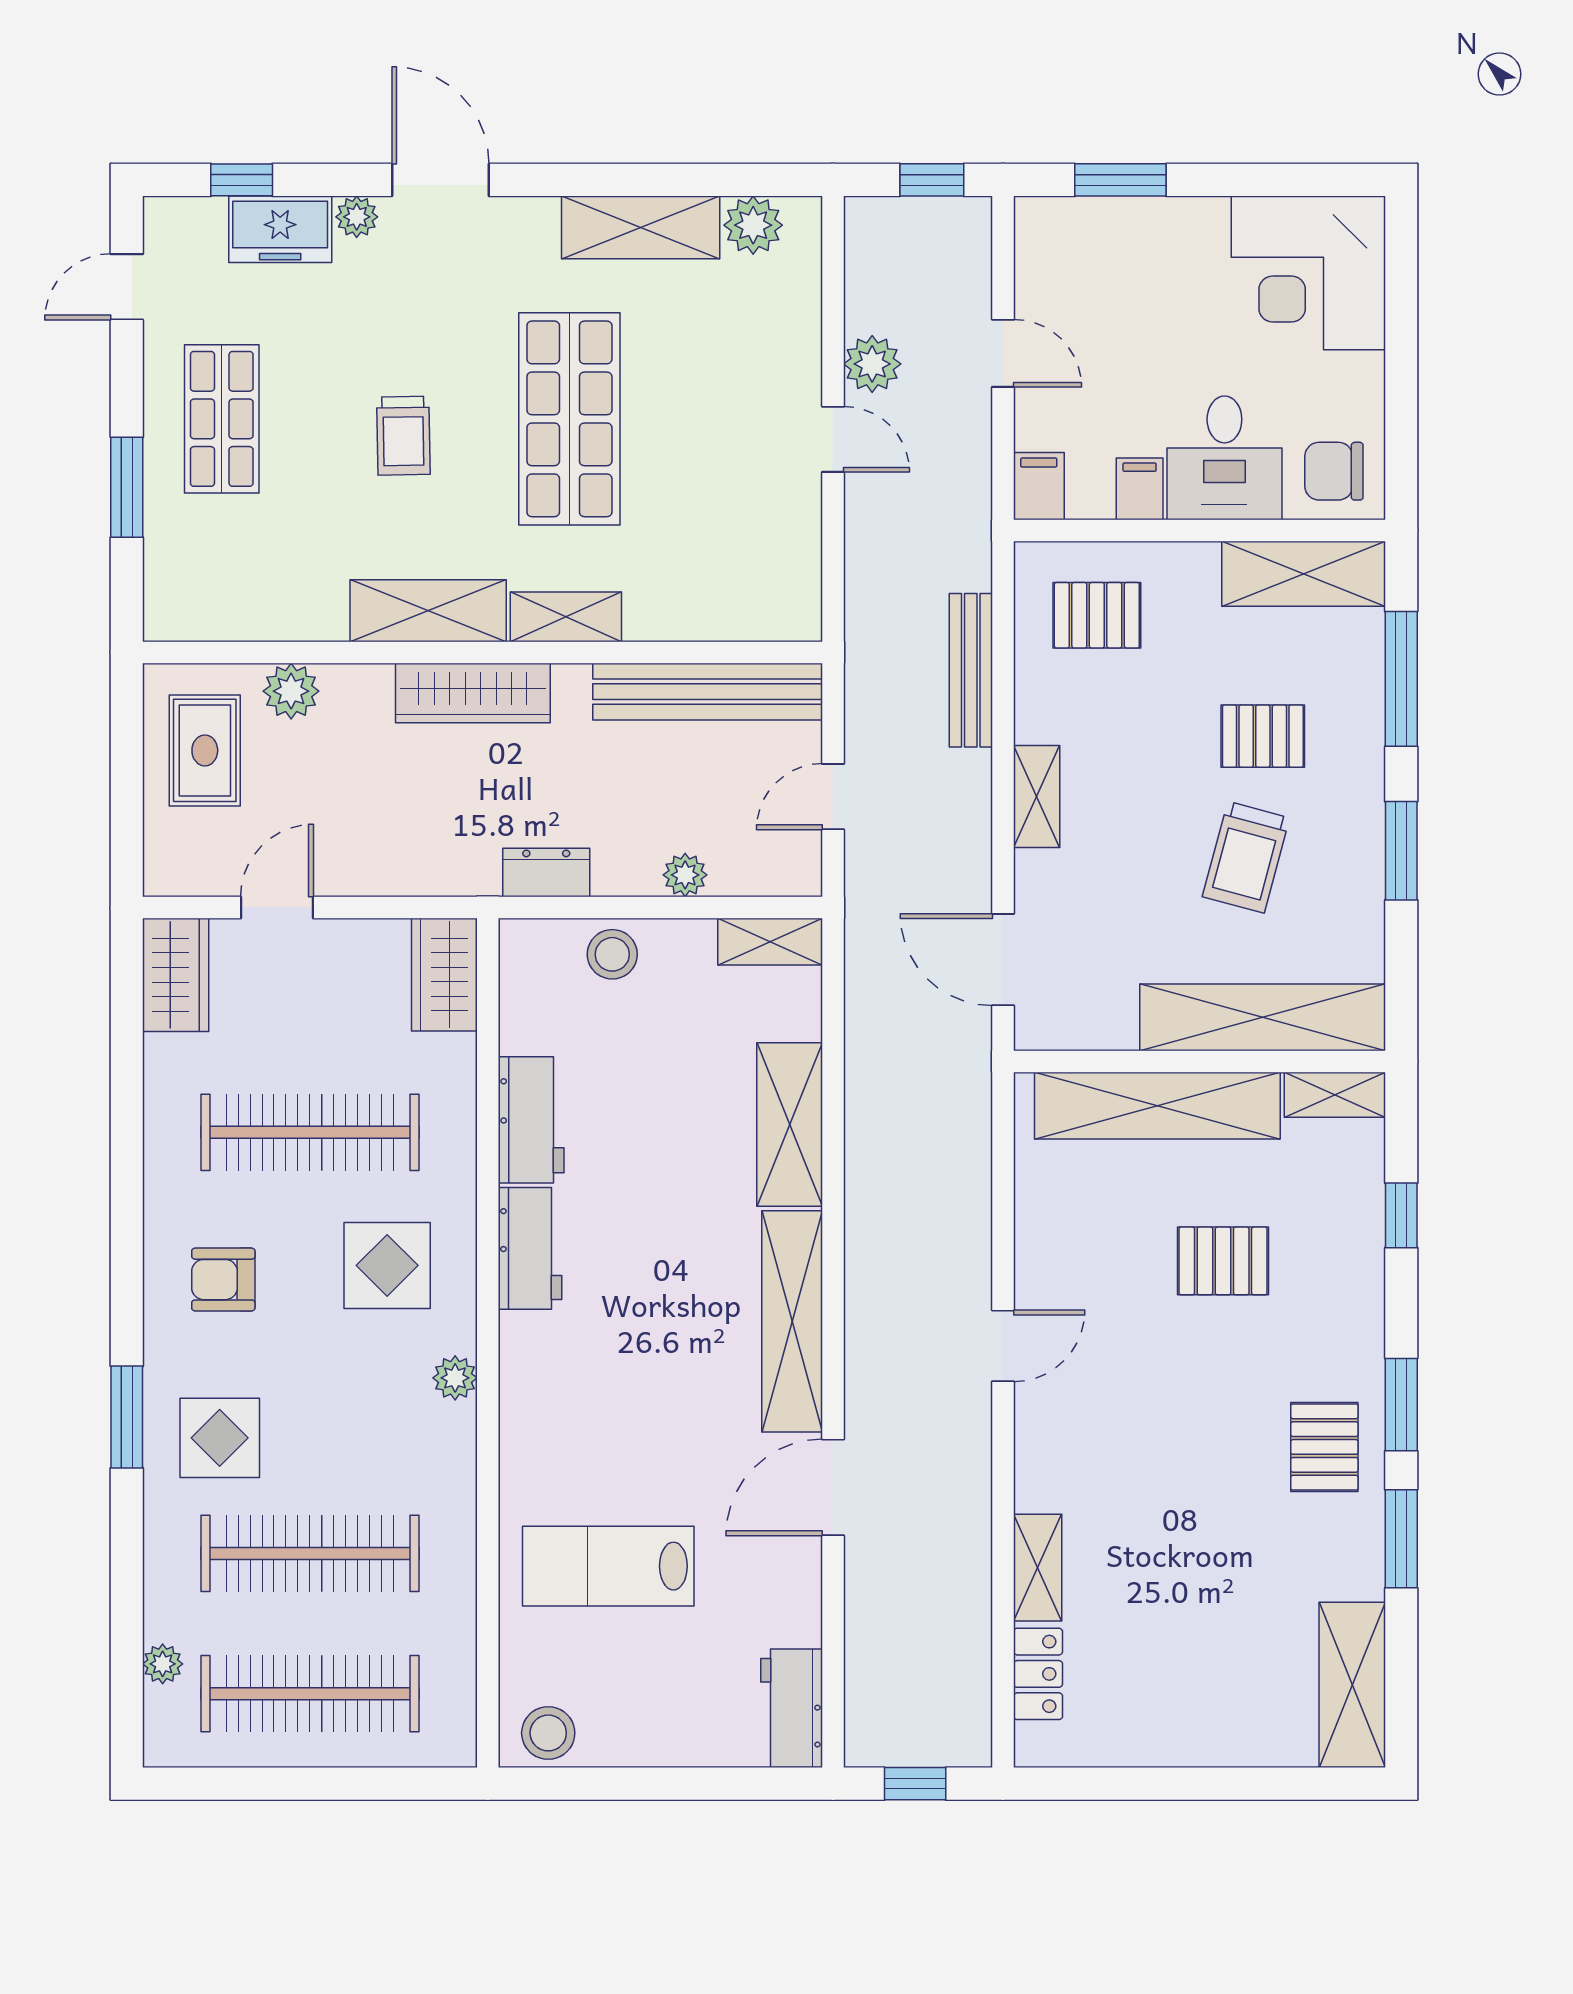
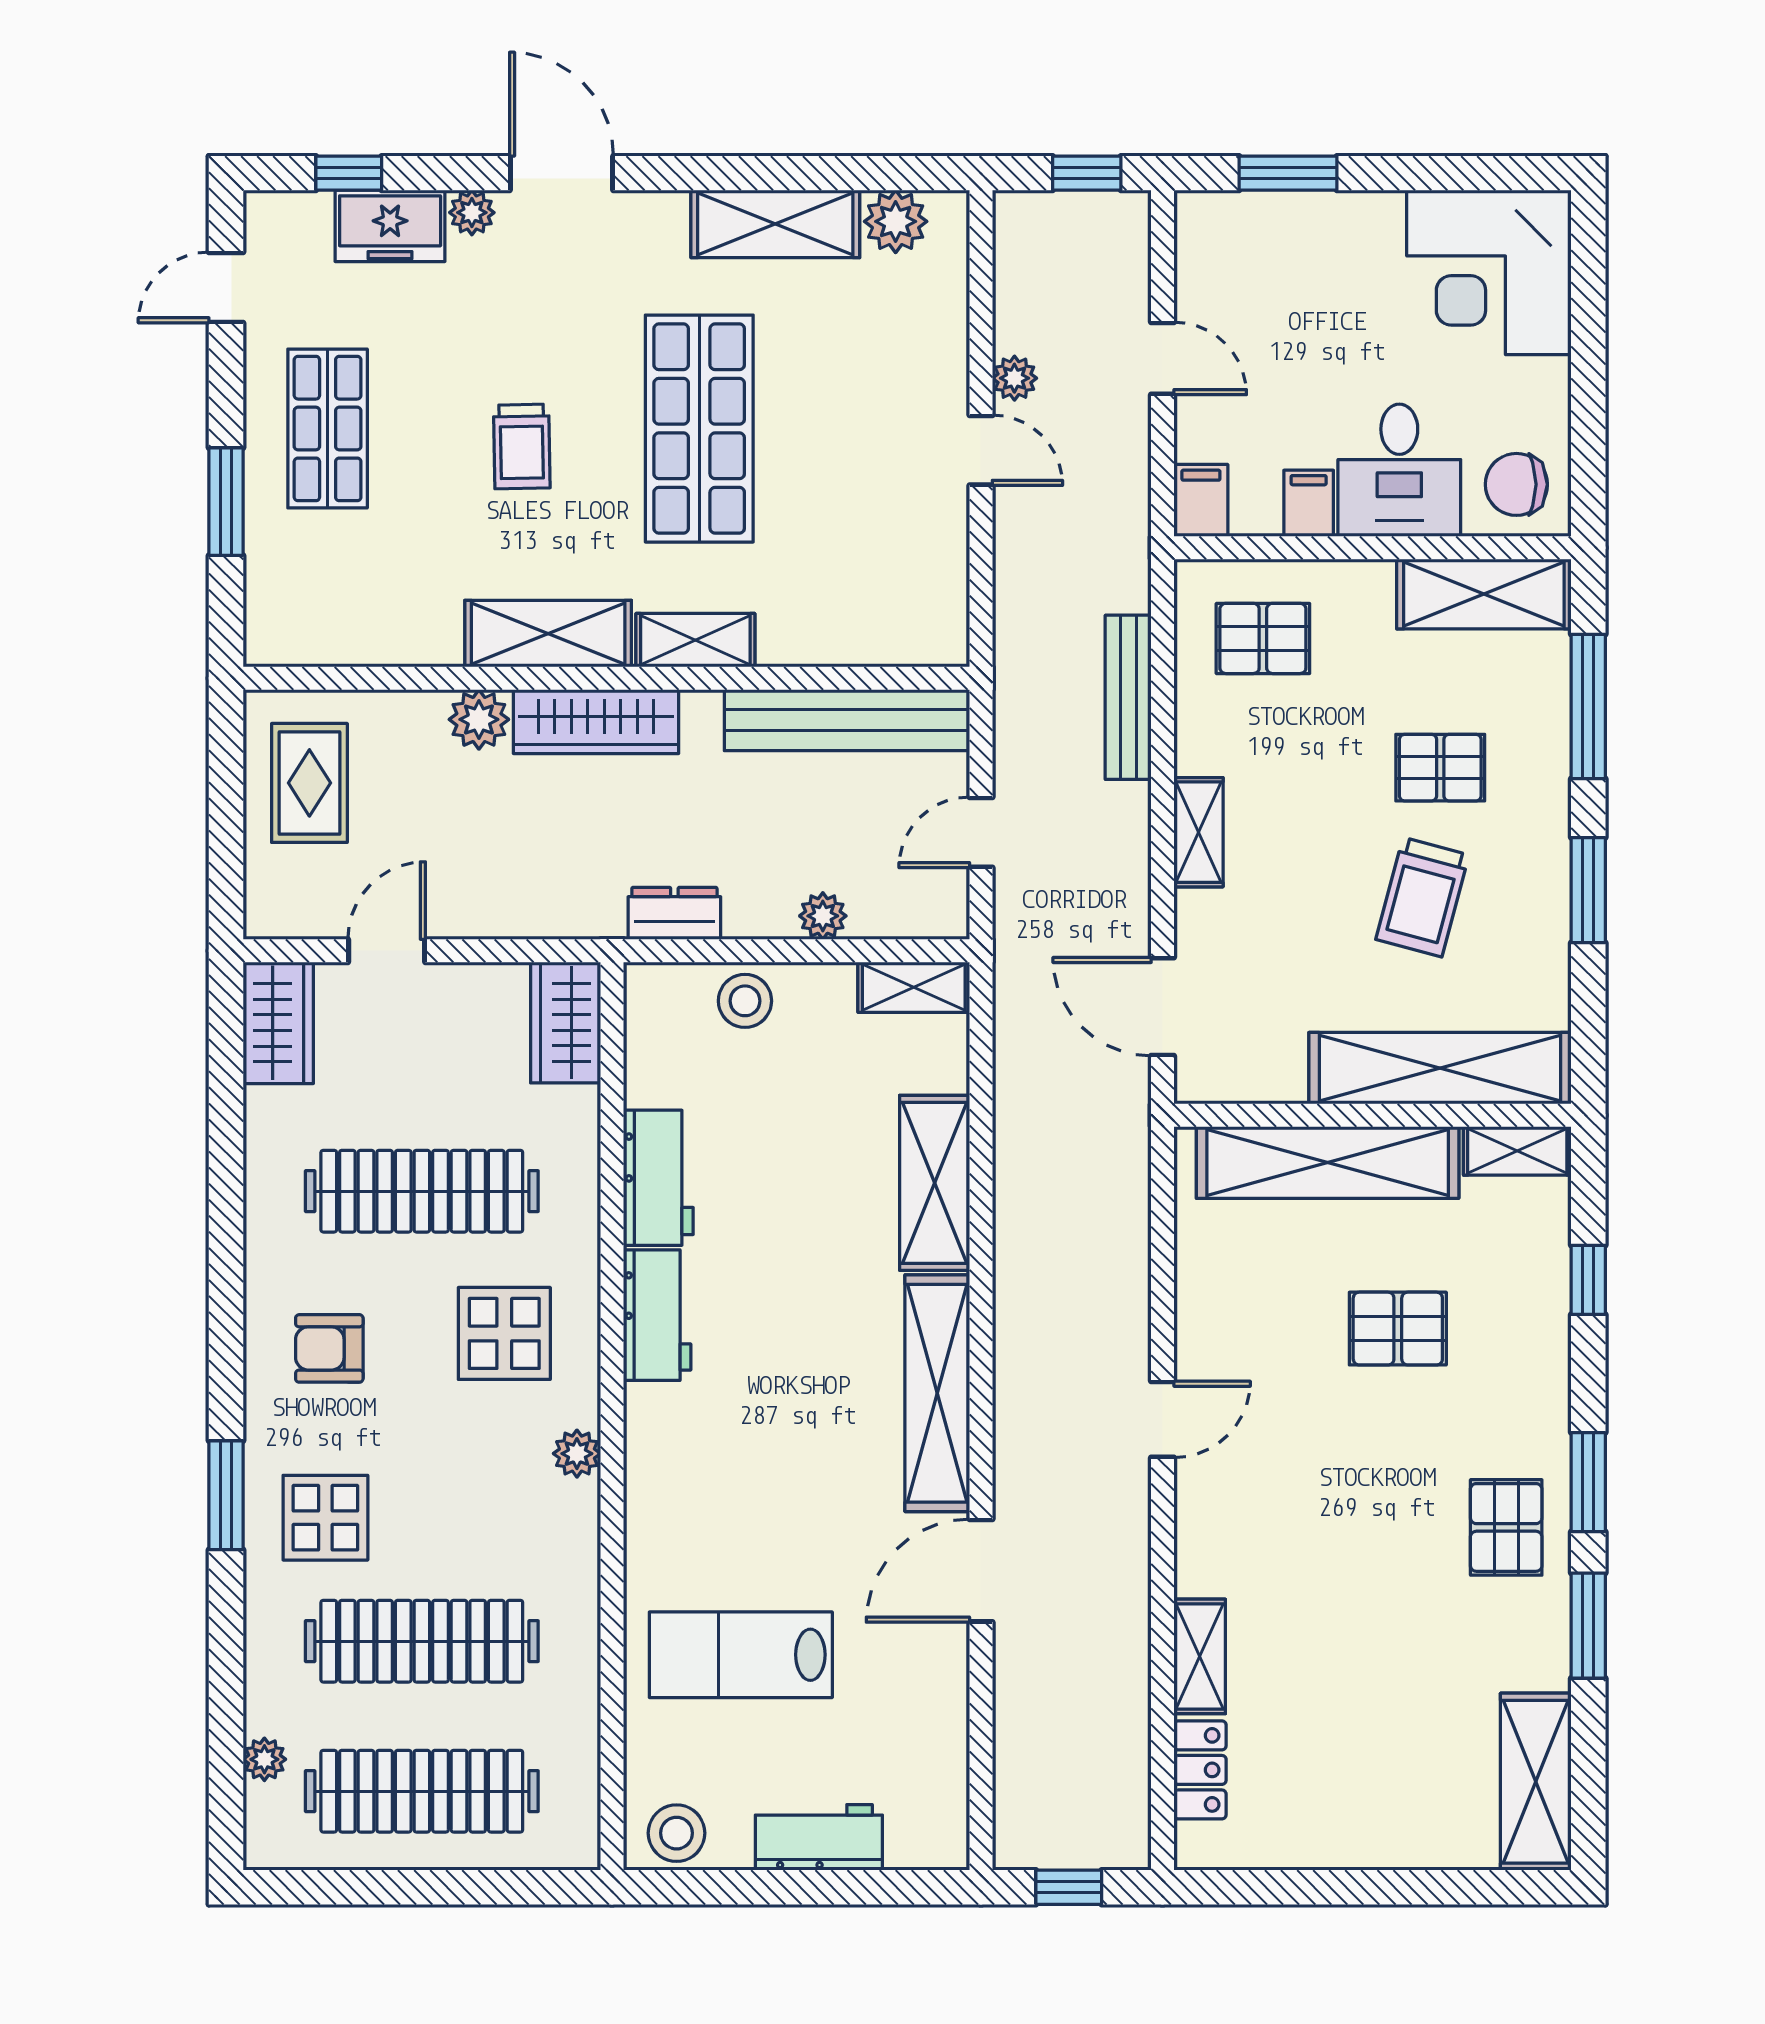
plant: (872, 364) -> (1014, 378), width x0.73, depth x0.73
plant: (291, 691) -> (479, 719), moved
workbench: (792, 1708) -> (819, 1837), moved, turned 90

